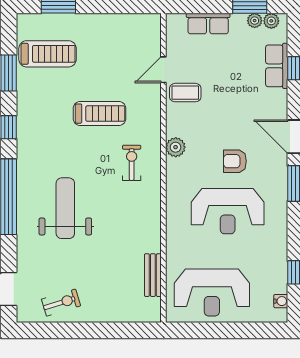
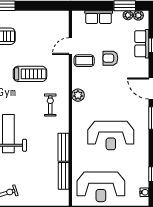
armchair: (235, 161) -> (110, 58), moved
bench: (153, 230) -> (63, 147), added

